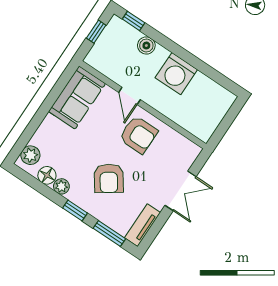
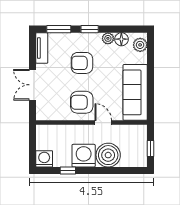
window: (134, 21) -> (68, 171), moved
boiler: (146, 45) -> (108, 155), width x1.86, depth x1.86
sofa: (77, 97) -> (135, 92), width x1.36
washing machine: (223, 100) -> (44, 159), added
armchair: (109, 178) -> (82, 63), turned -55

